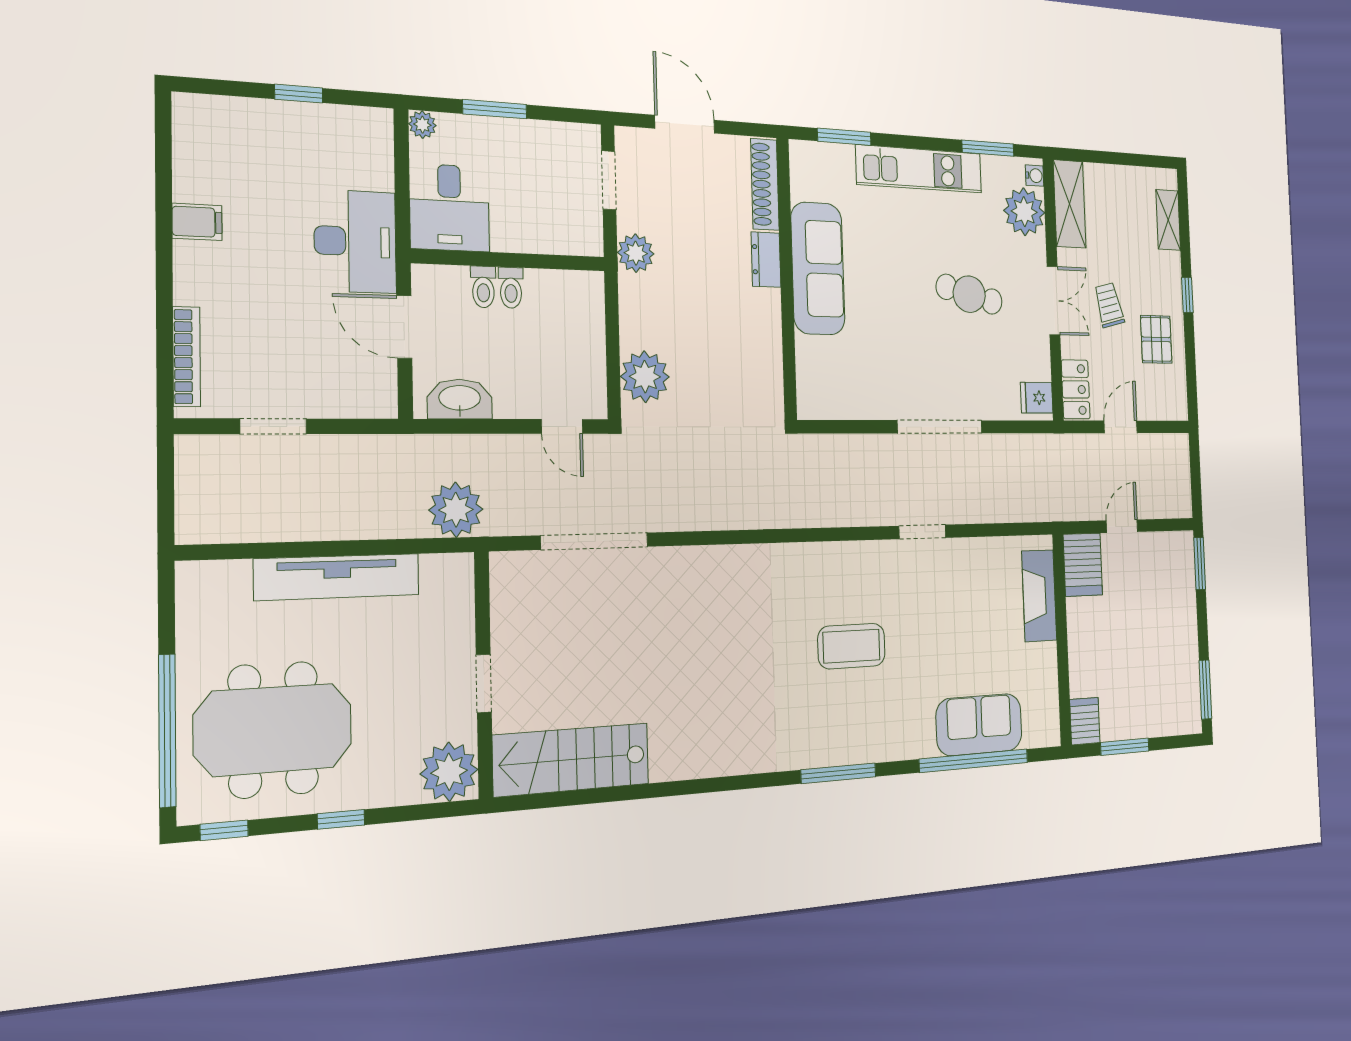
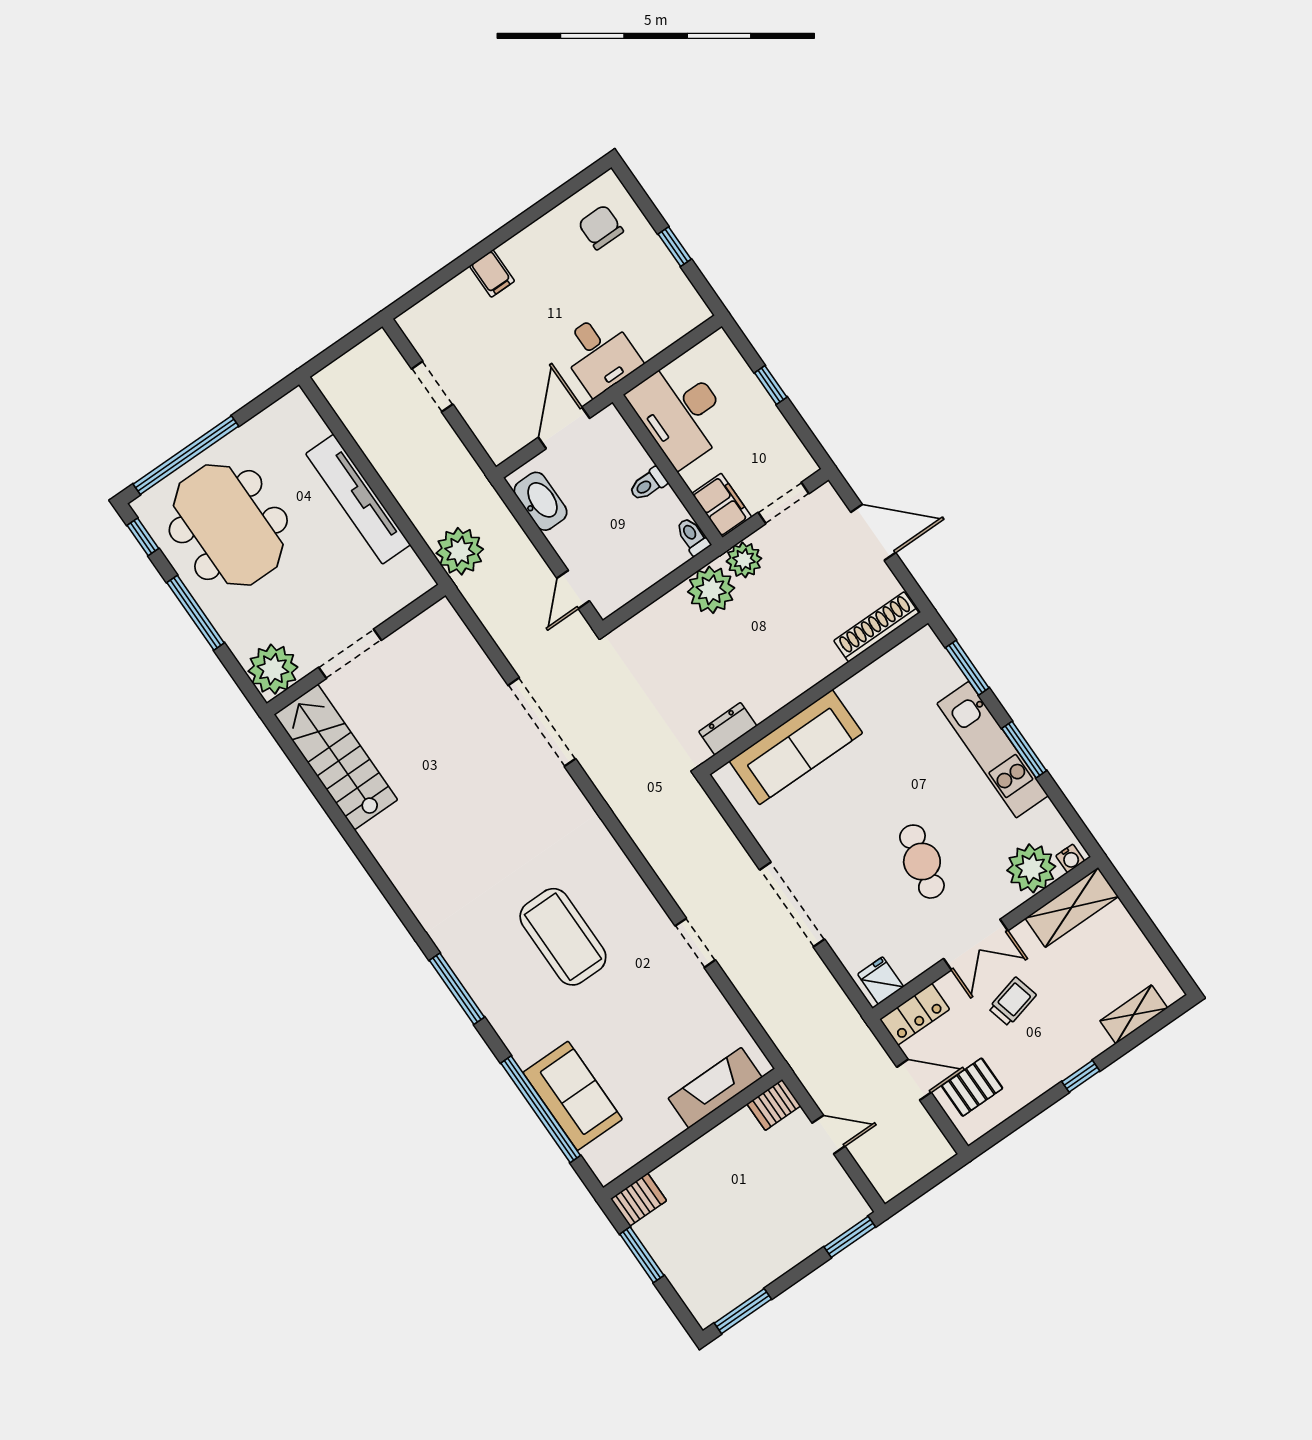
window: (495, 109) -> (771, 385), width x0.67
door: (685, 124) -> (873, 532), hinge flipped
plant: (422, 125) -> (719, 343), removed
chair: (227, 147) -> (601, 227), added
window: (988, 148) -> (1024, 750), moved
desk: (449, 208) -> (681, 412), width x1.37
filing cabinet: (197, 222) -> (492, 274), moved
filing cabinet: (575, 236) -> (722, 505), added
desk: (355, 241) -> (600, 354), width x0.73
dresser: (766, 260) -> (728, 729), moved
sofa: (818, 268) -> (796, 747), moved
toilet: (483, 287) -> (693, 536), moved, turned 90
pallet: (1156, 339) -> (972, 1087), moved
bookcase: (187, 357) -> (440, 299), removed
plant: (645, 377) -> (711, 590), moved
doorway: (595, 541) -> (542, 722), moved
server rack: (1083, 565) -> (774, 1105), width x0.73, depth x0.70
coffee table: (852, 646) -> (563, 937), width x1.36, depth x1.32
doorway: (484, 683) -> (350, 654), width x1.38
window: (341, 819) -> (196, 613), width x2.17

